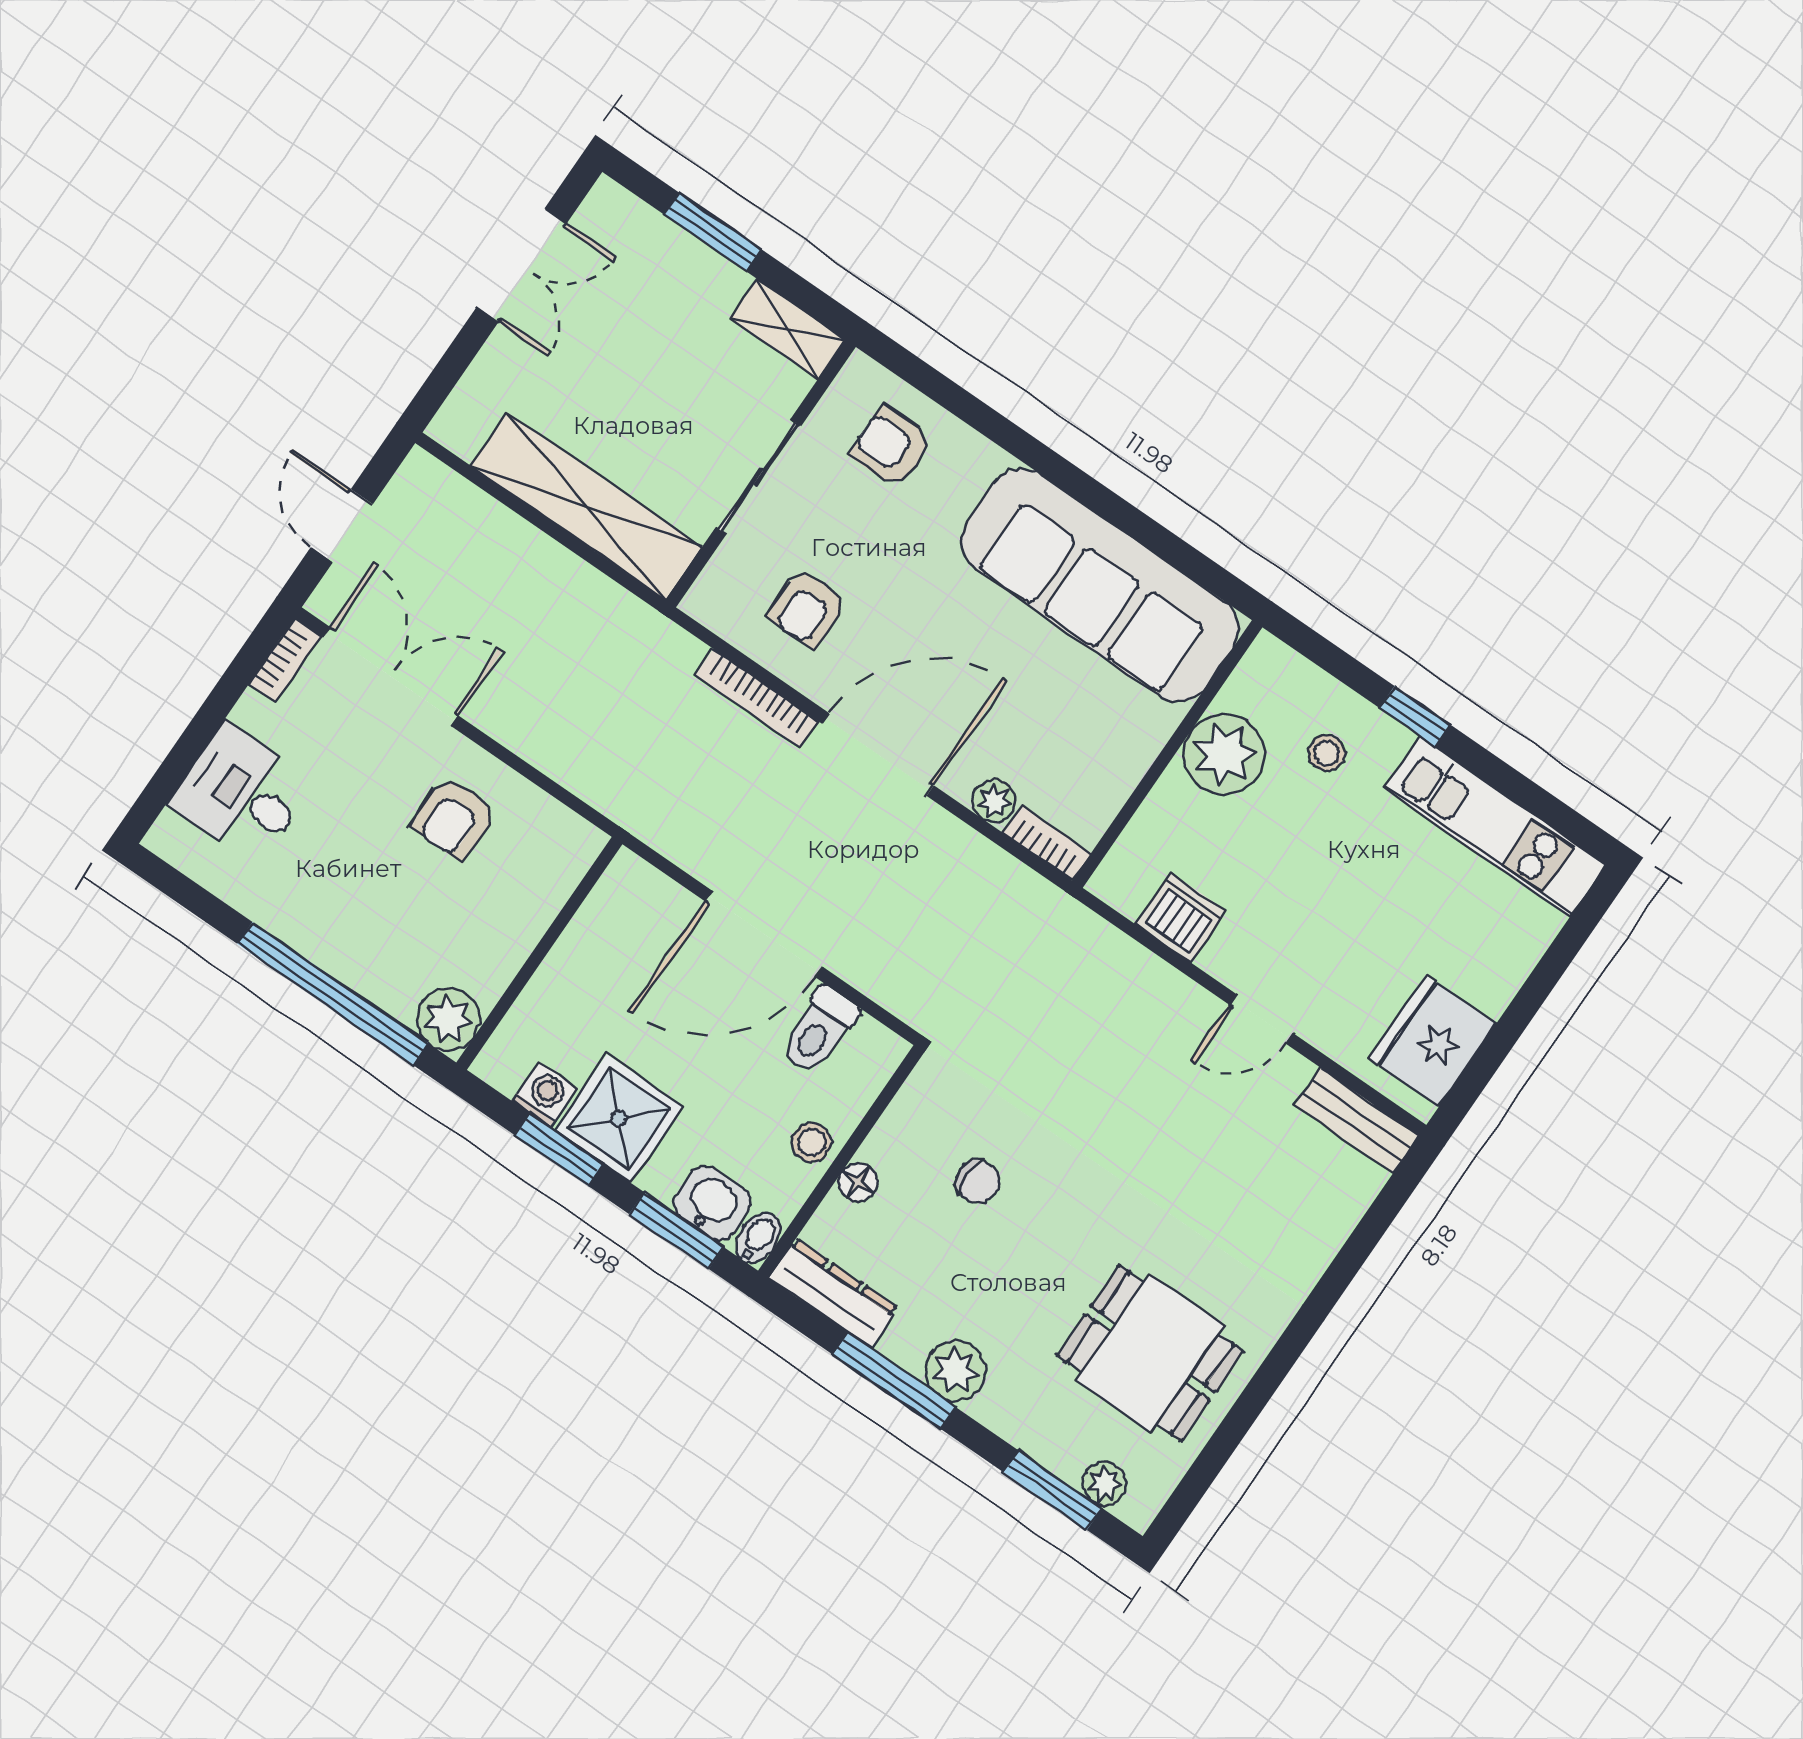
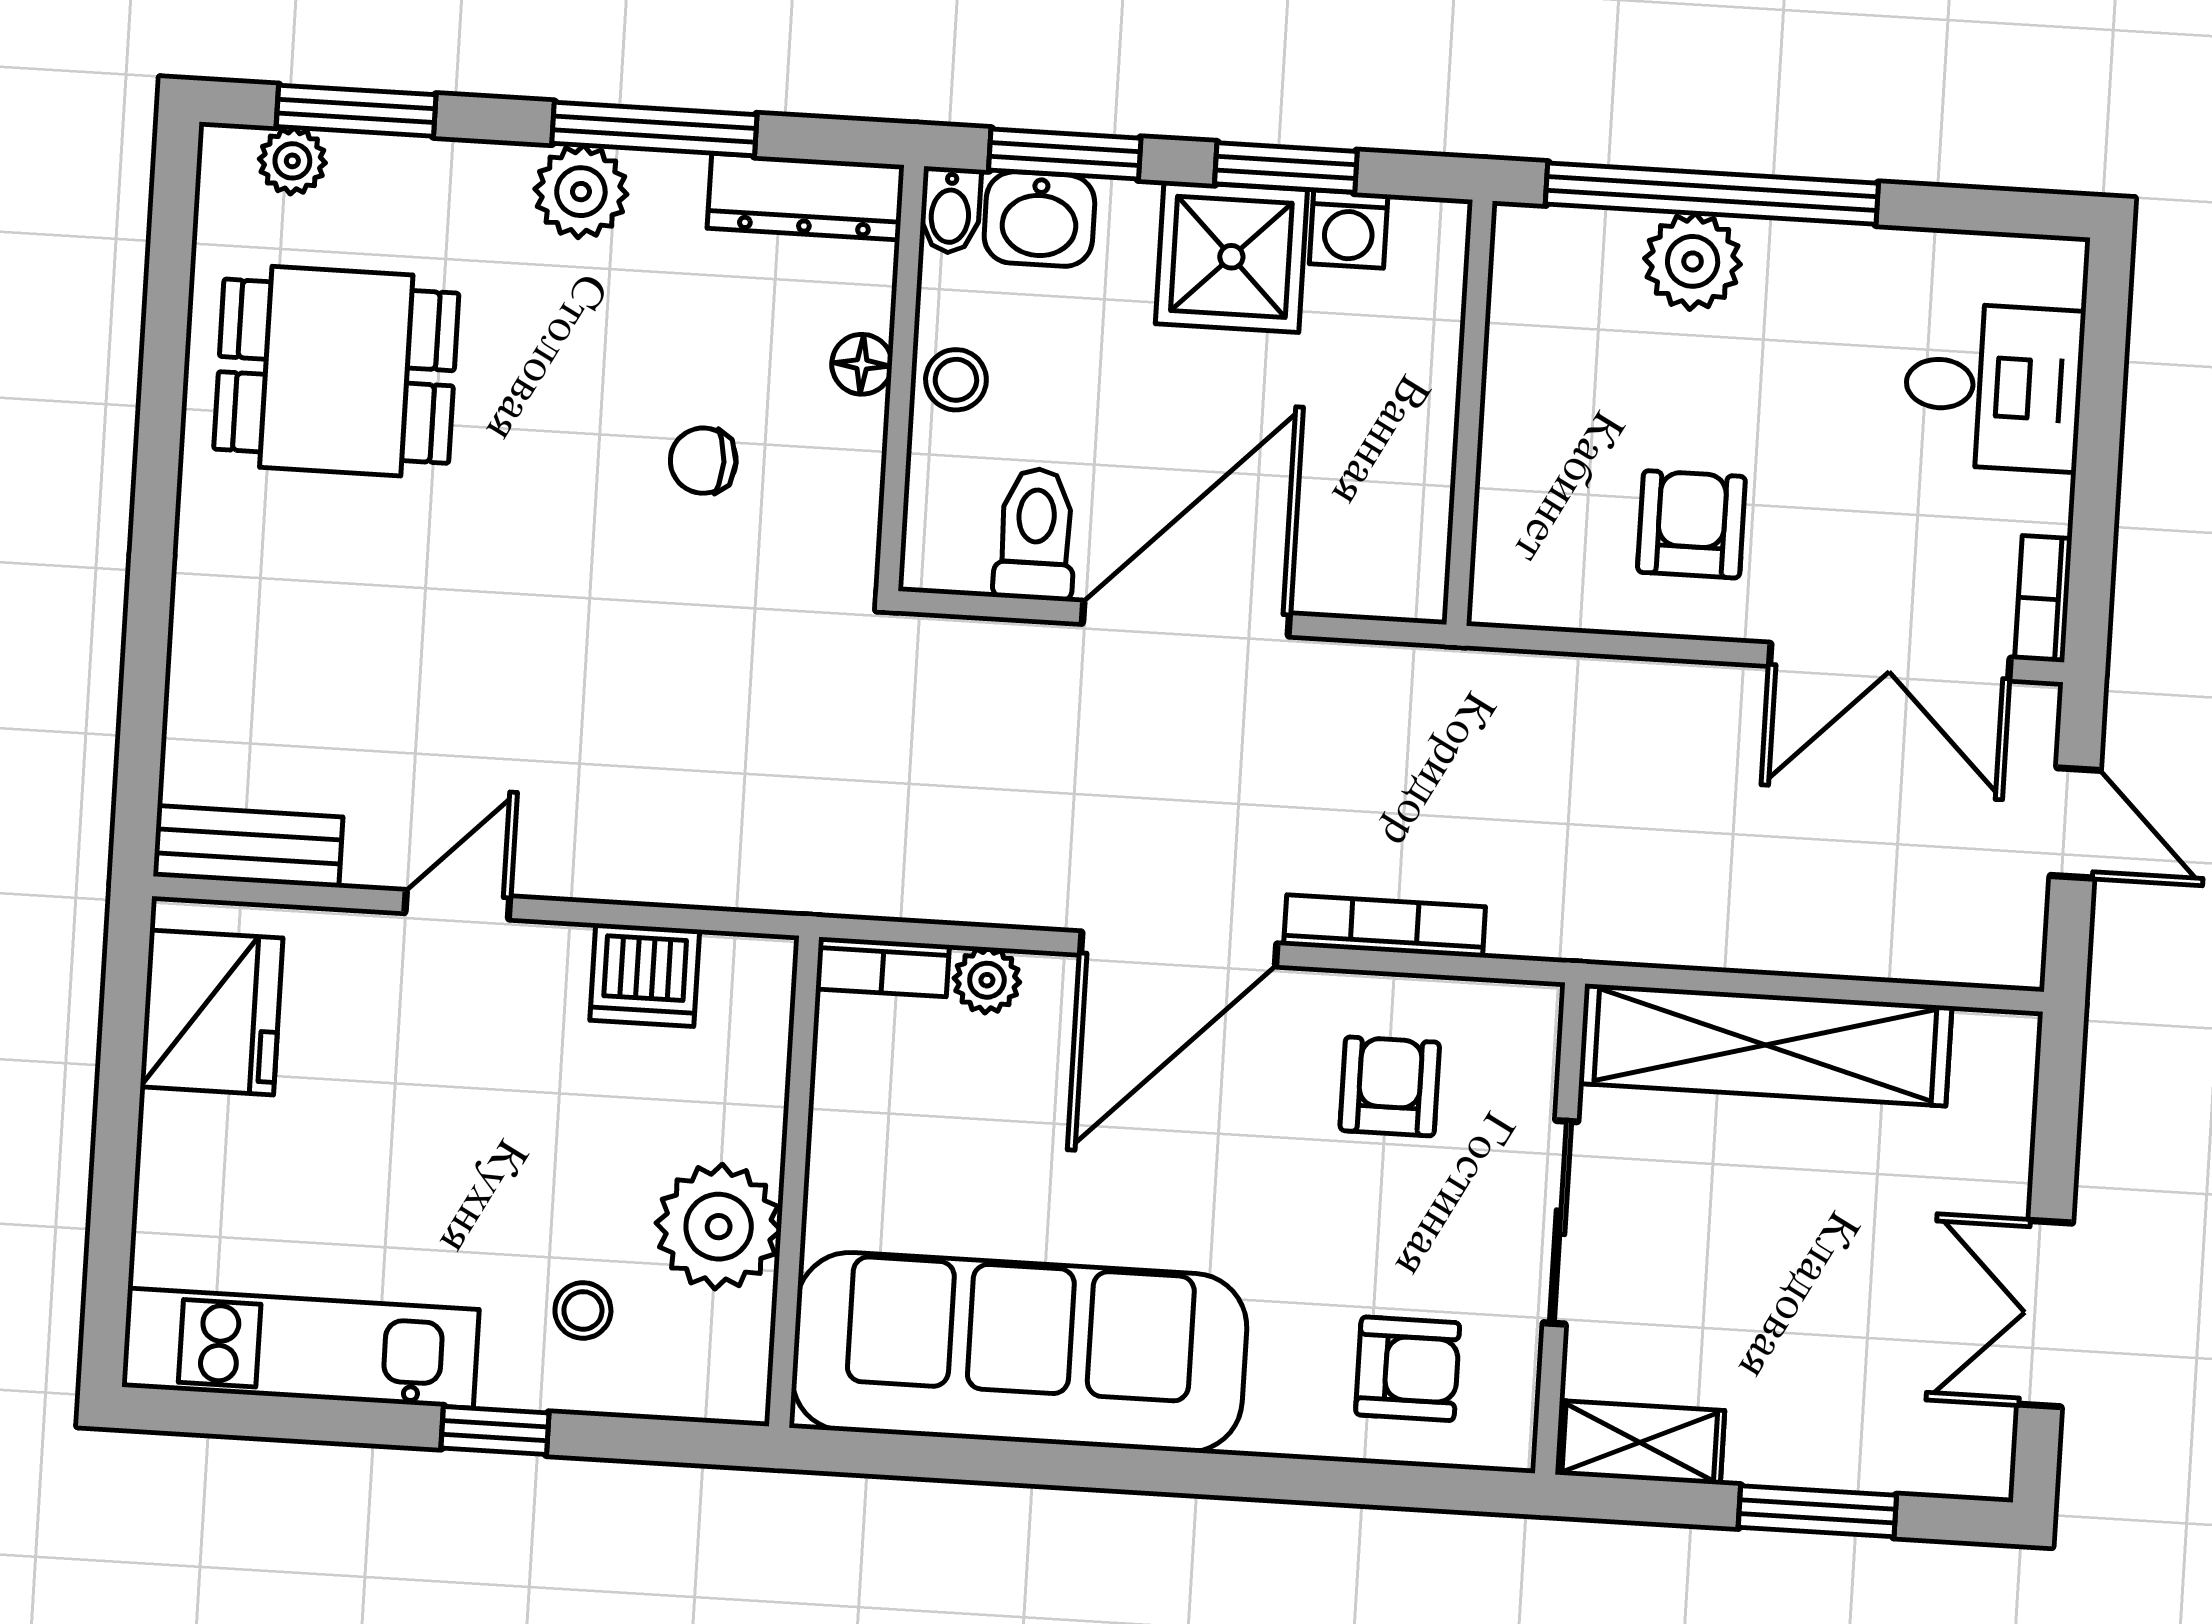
plant: (448, 1019) -> (1693, 261), moved

